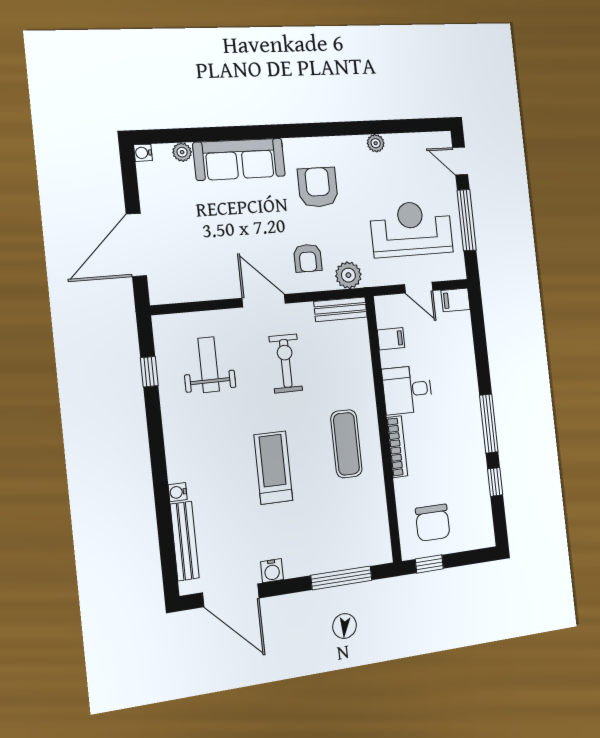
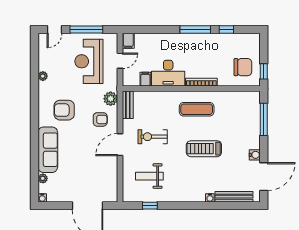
desk: (407, 390) -> (168, 73), width x1.37

